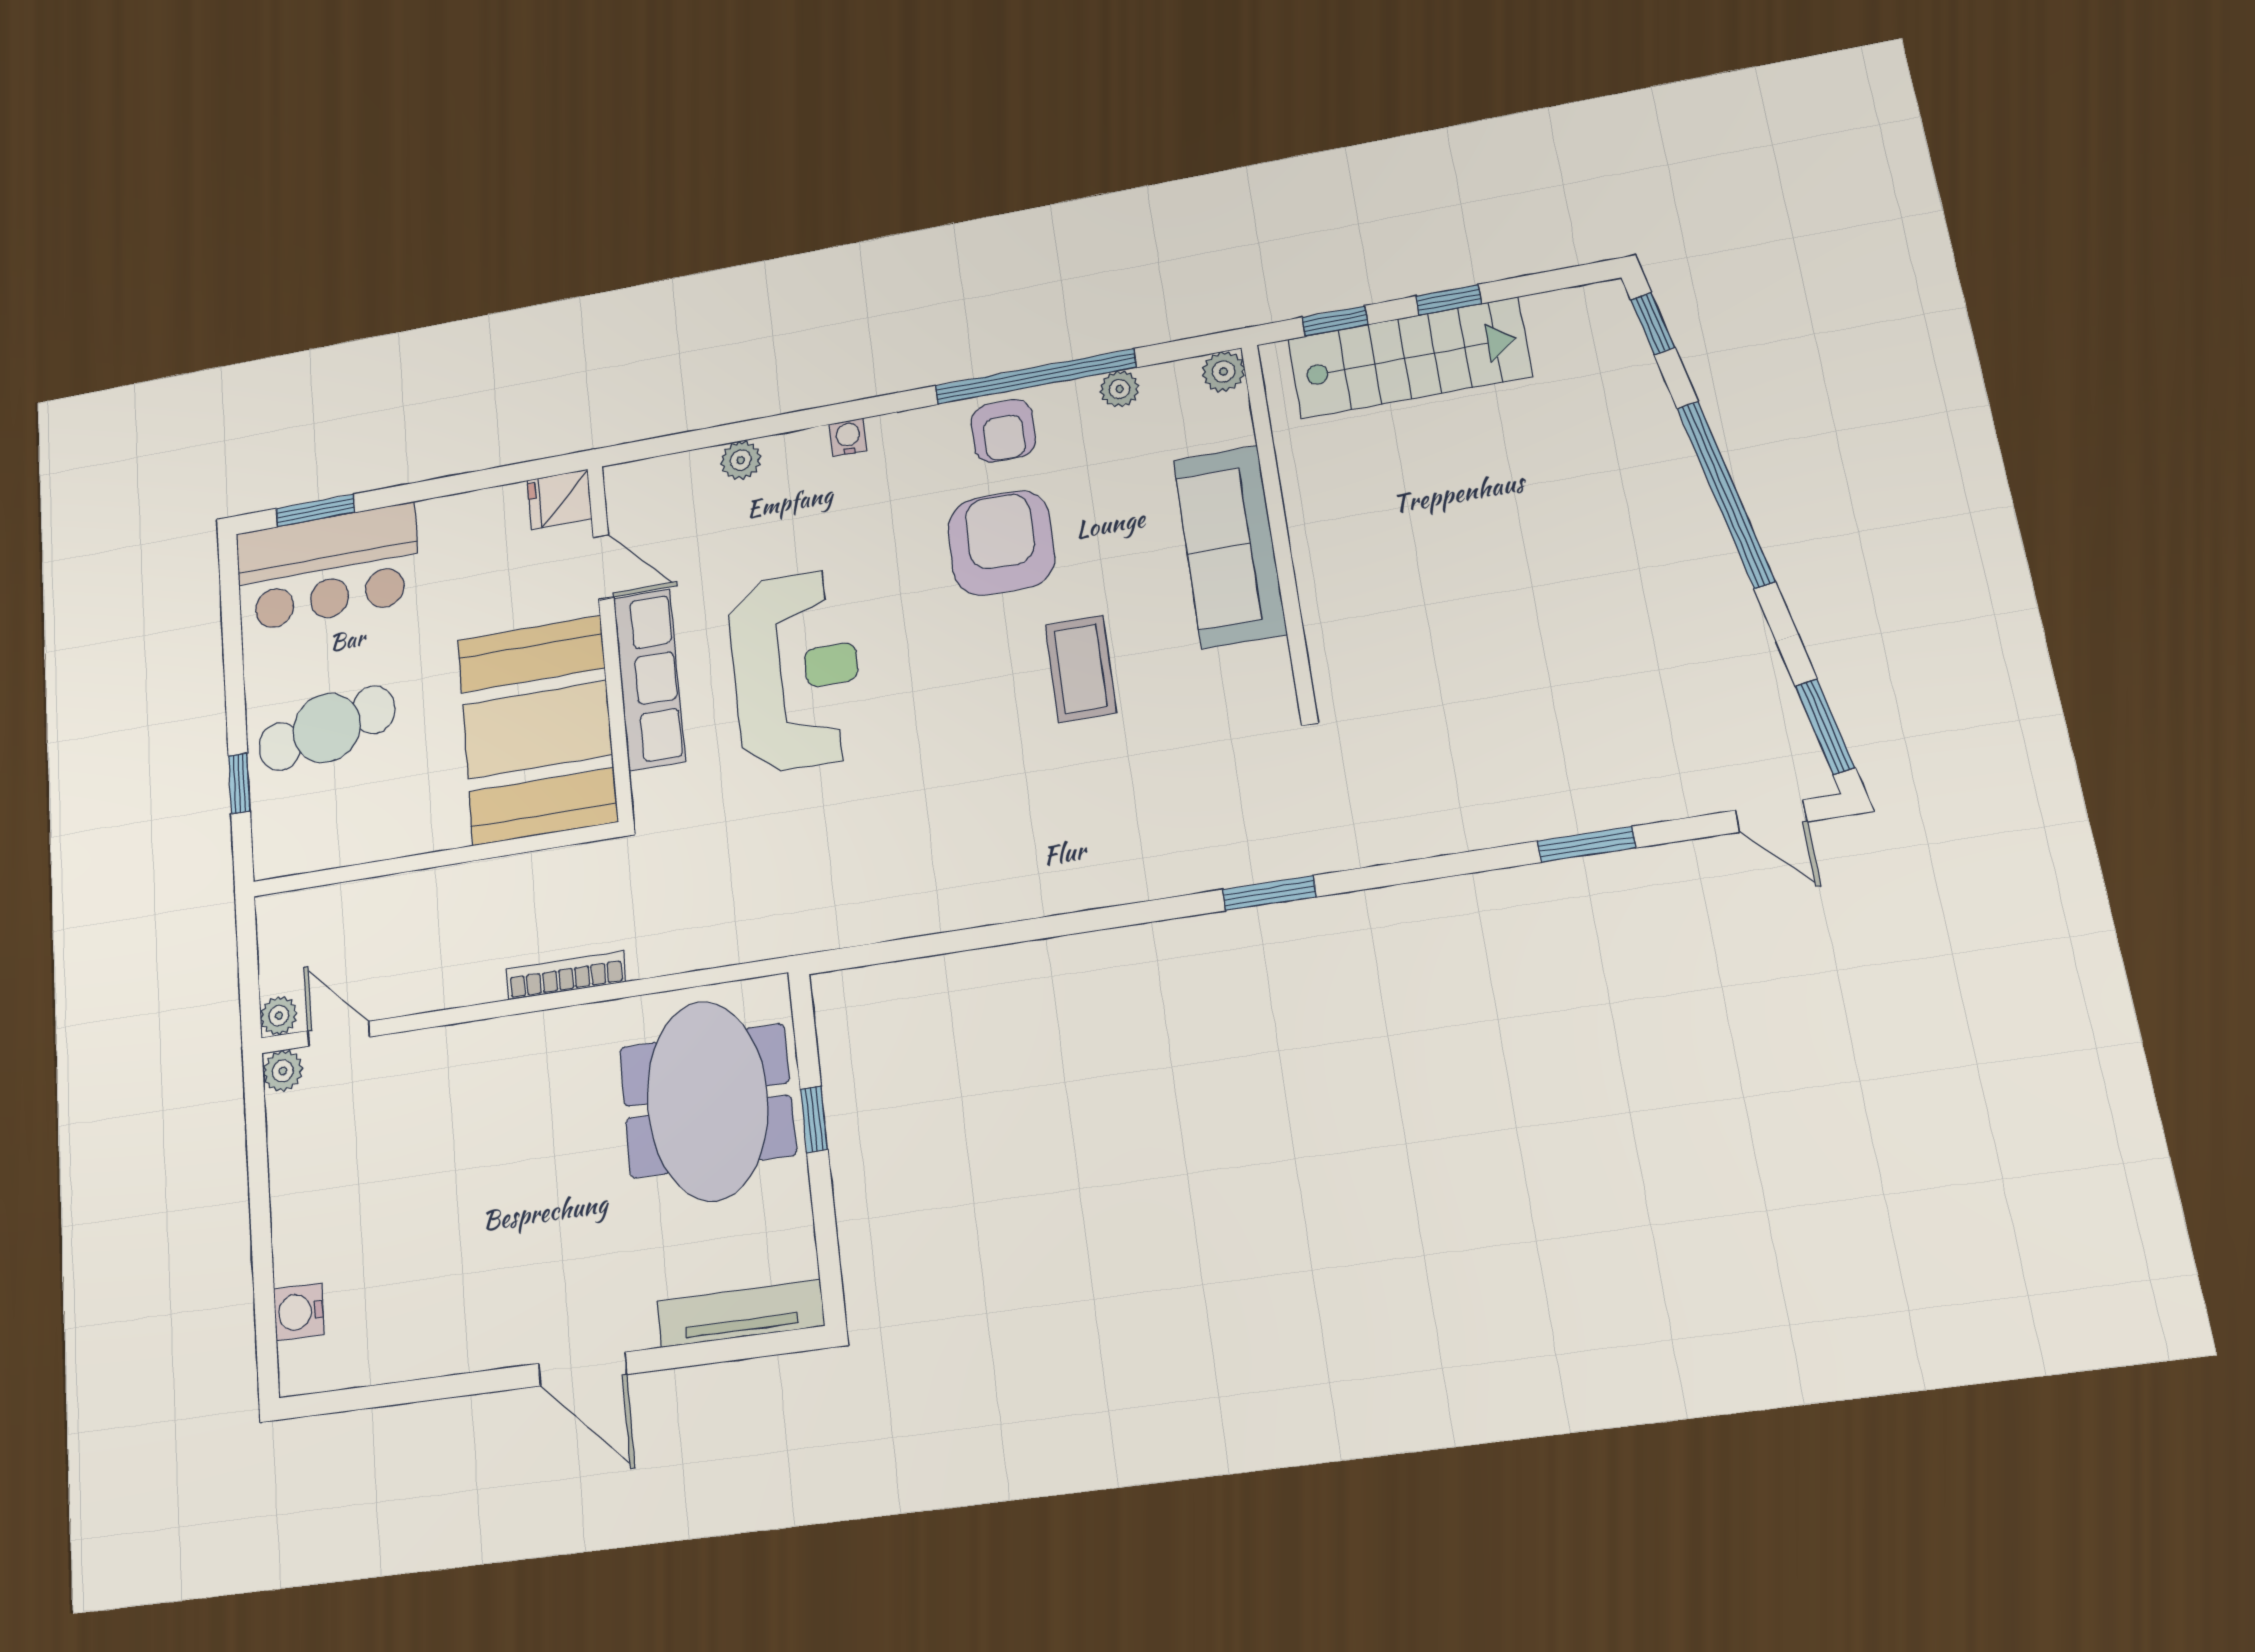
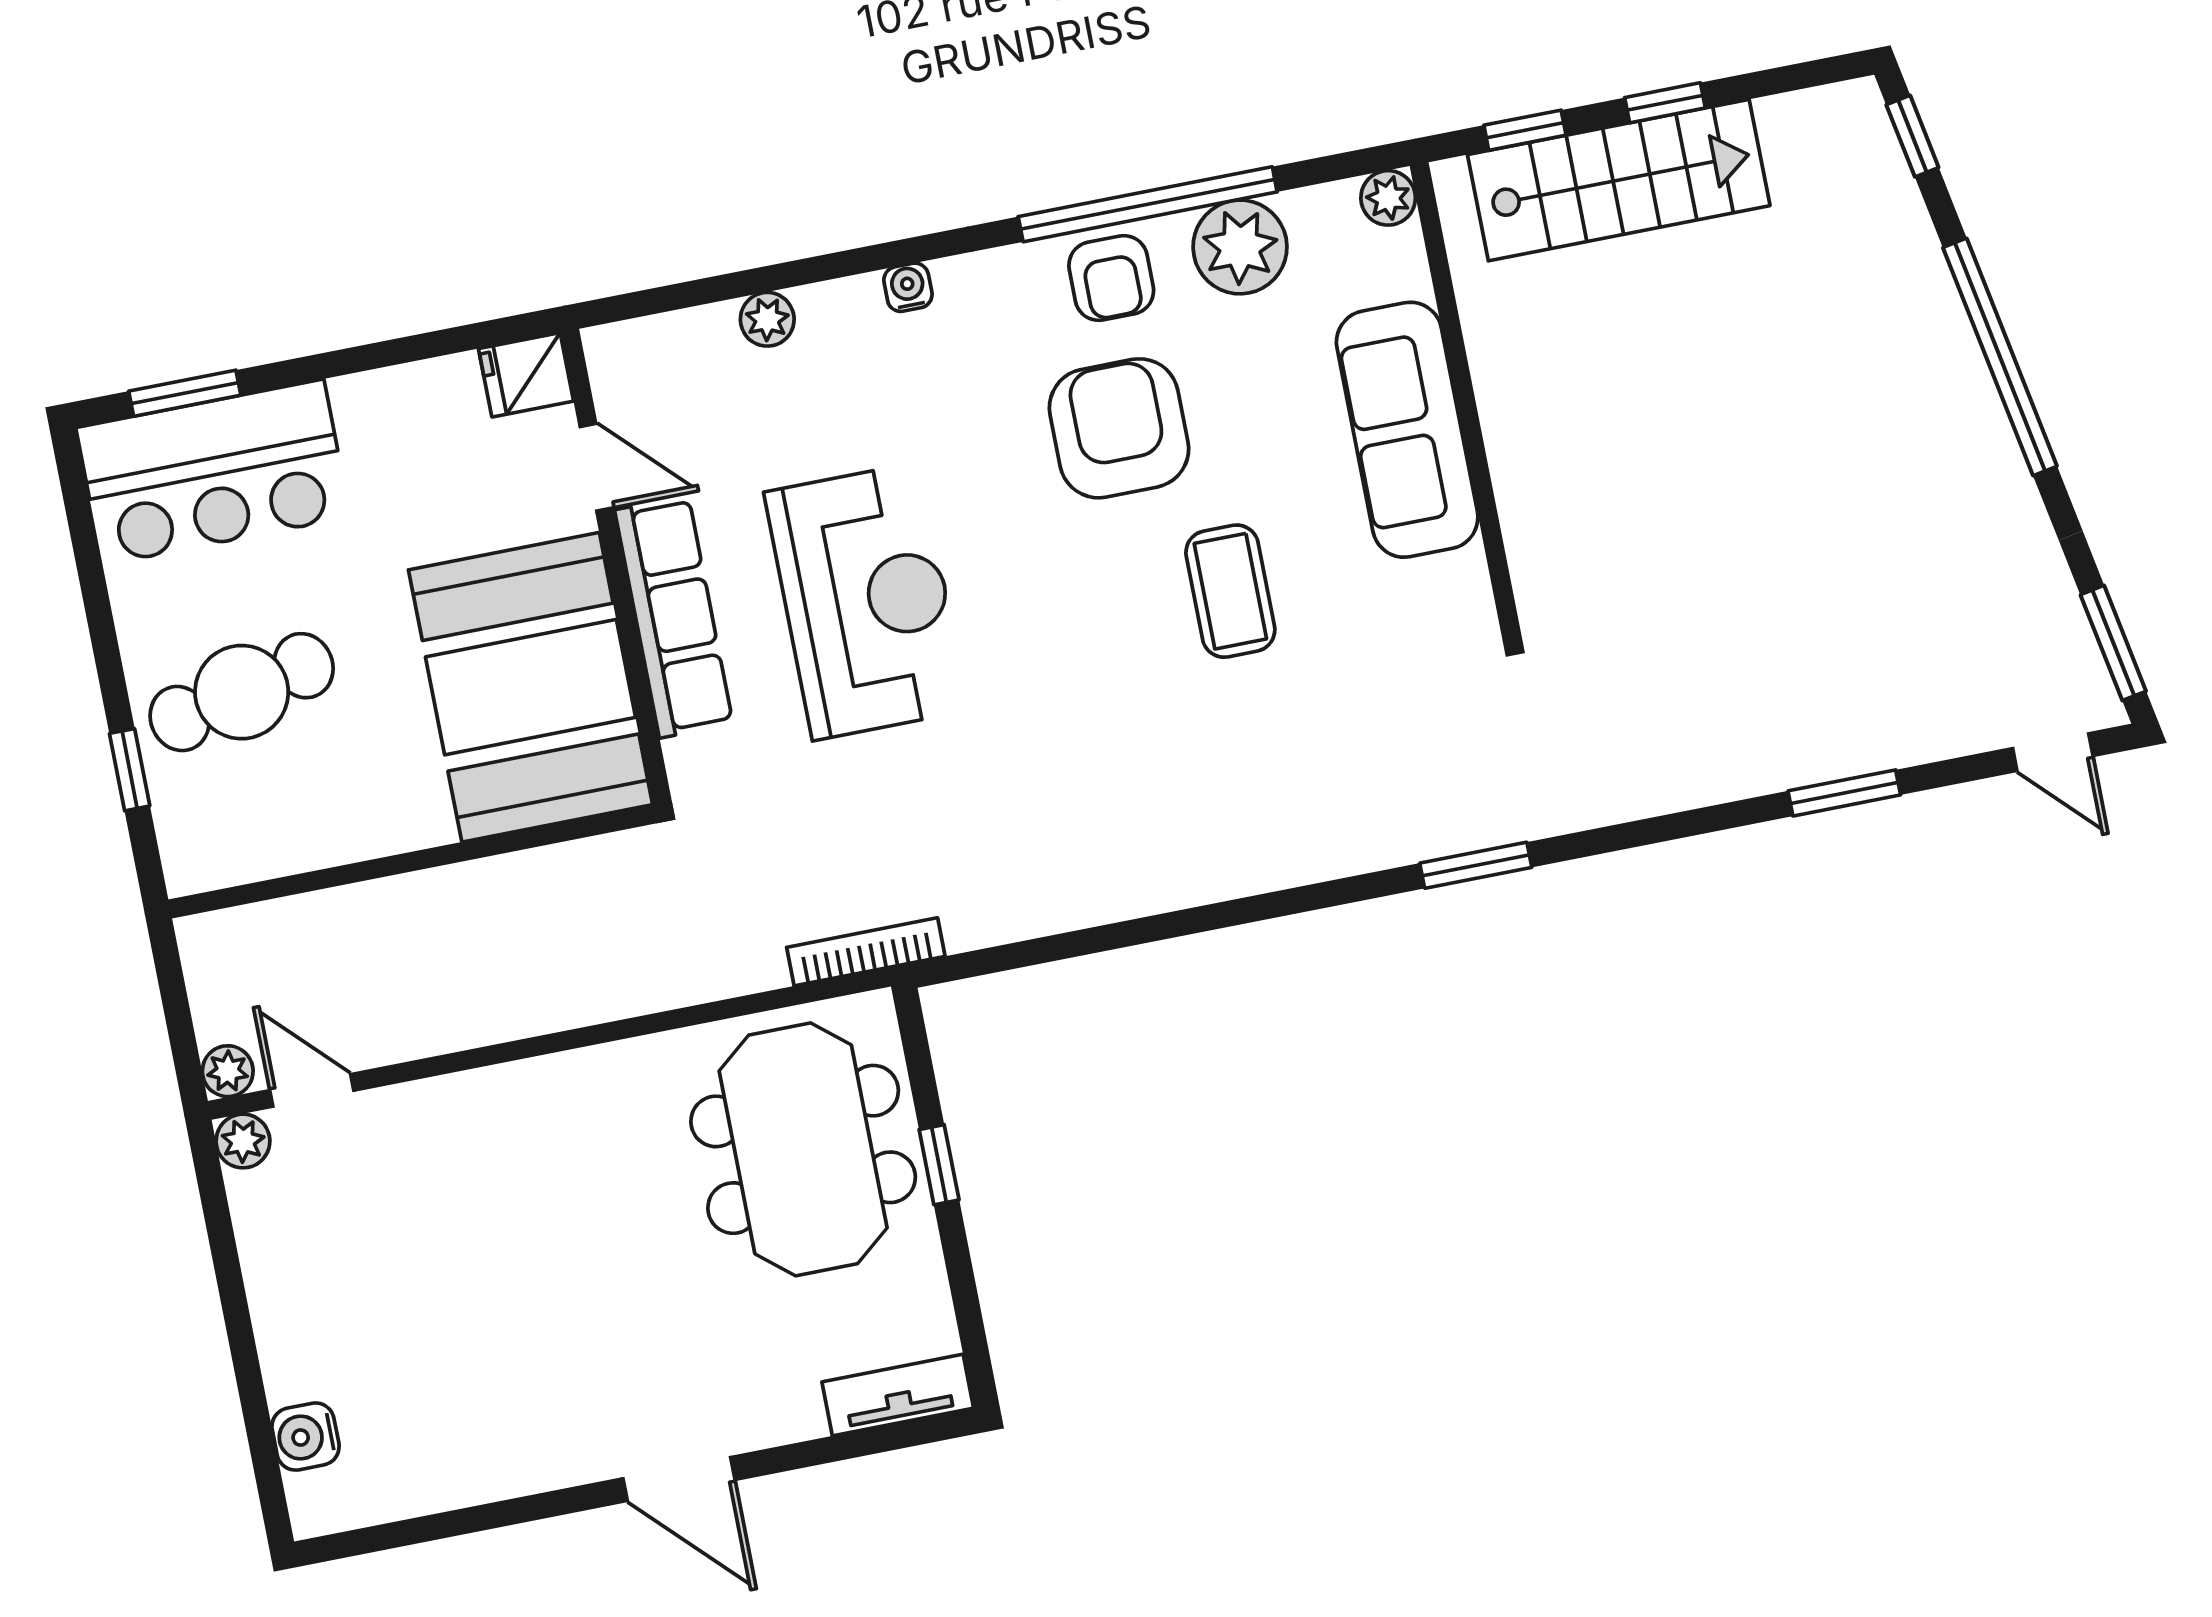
plant: (1120, 389) -> (1240, 247), width x1.87, depth x1.87
bookcase: (566, 975) -> (866, 952), moved
tv unit: (740, 1314) -> (898, 1395), width x0.71

